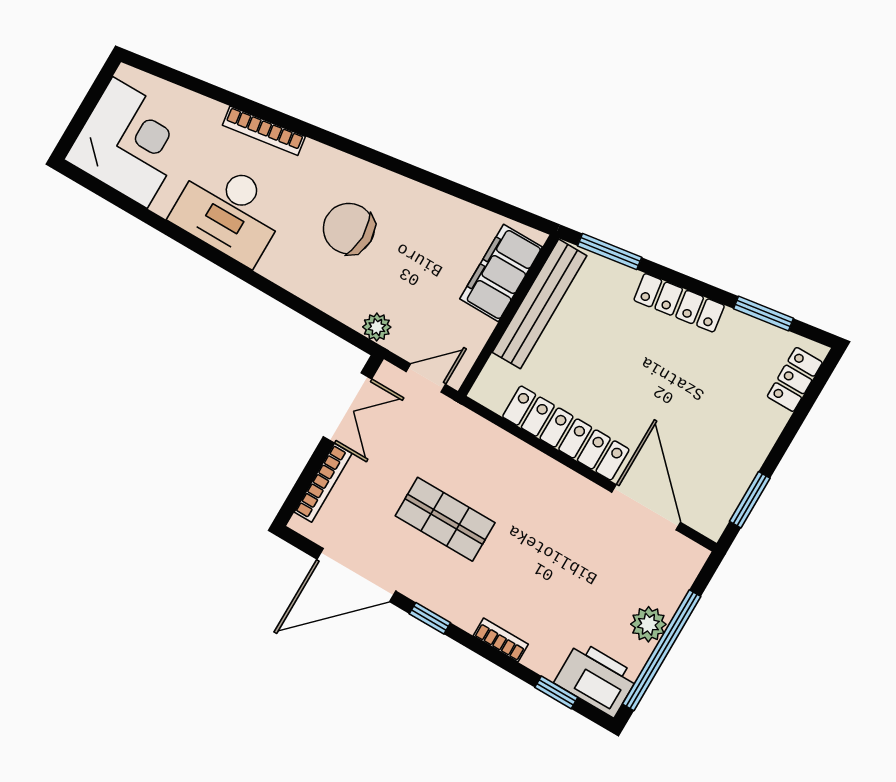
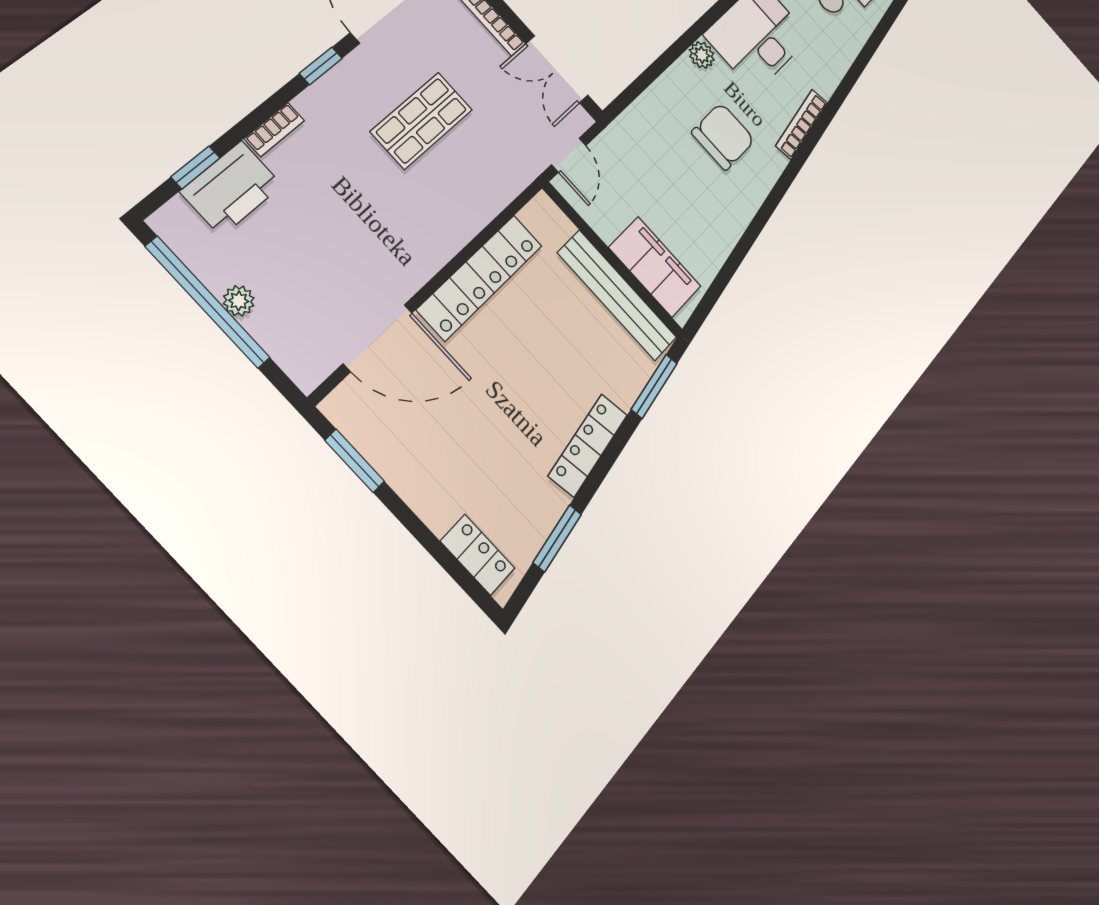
bookcase: (264, 131) -> (802, 124), moved
plant: (377, 327) -> (702, 55), moved
plant: (648, 624) -> (239, 301), width x0.73, depth x0.73
printer: (596, 679) -> (231, 188), moved

